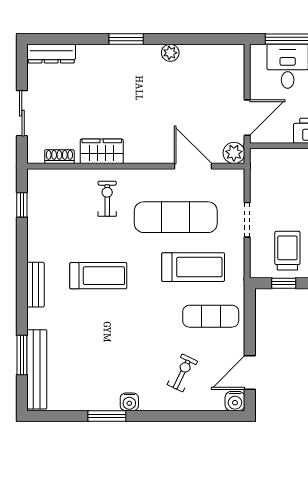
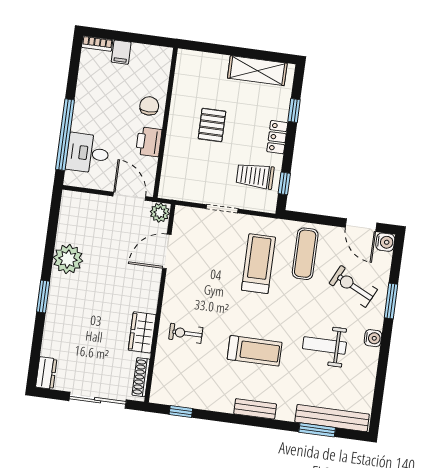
plant: (170, 53) -> (68, 259), width x1.88, depth x1.88
dresser: (51, 54) -> (46, 373), width x0.70
sliding door: (22, 113) -> (98, 400), width x1.37
shoe rack: (59, 157) -> (141, 377), width x1.43
exercise mat: (176, 217) -> (211, 273), removed
treadmill: (98, 276) -> (255, 351), turned 90
weight bench: (114, 350) -> (324, 345), added
exercise bike: (182, 373) -> (353, 286), width x1.38, depth x1.39
window: (107, 416) -> (391, 301), moved

